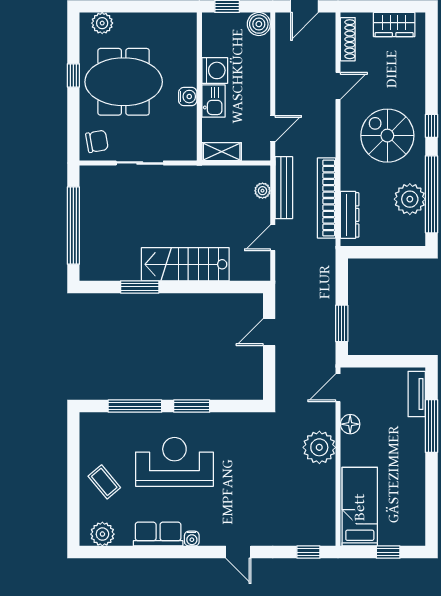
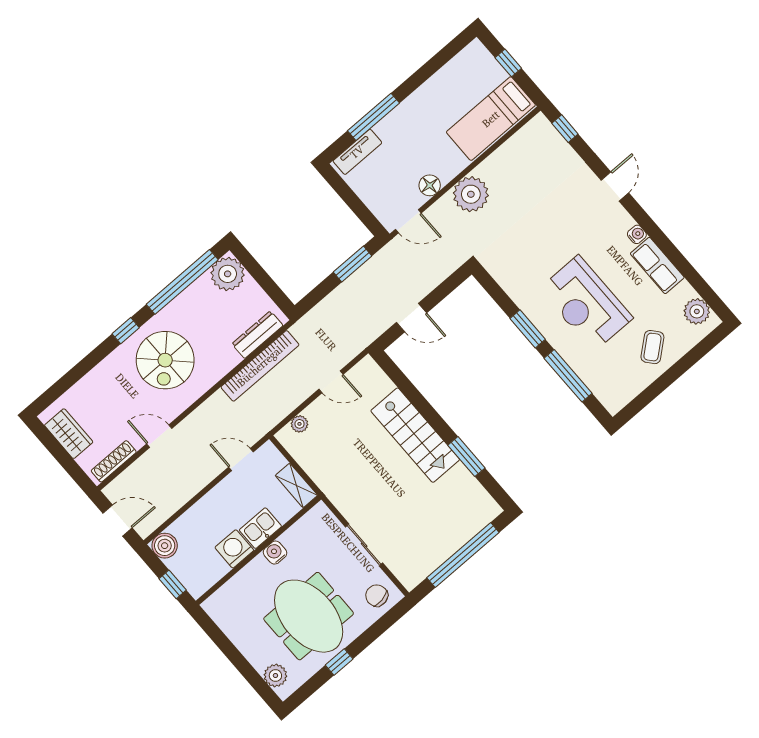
bench: (284, 188) -> (282, 408), removed
plant: (410, 199) -> (228, 274), moved

